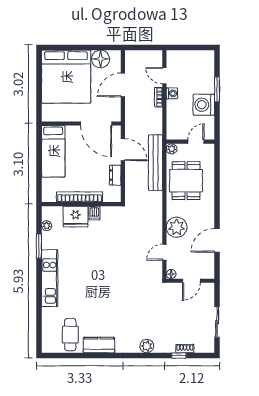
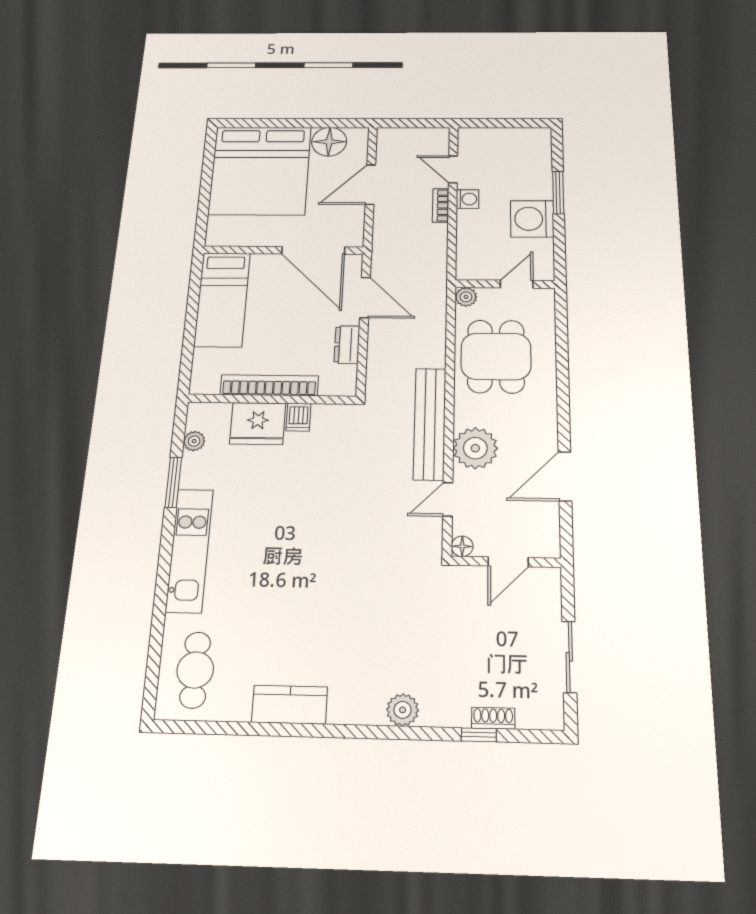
bench: (156, 163) -> (430, 424), moved
cafe table: (70, 335) -> (195, 670), moved

